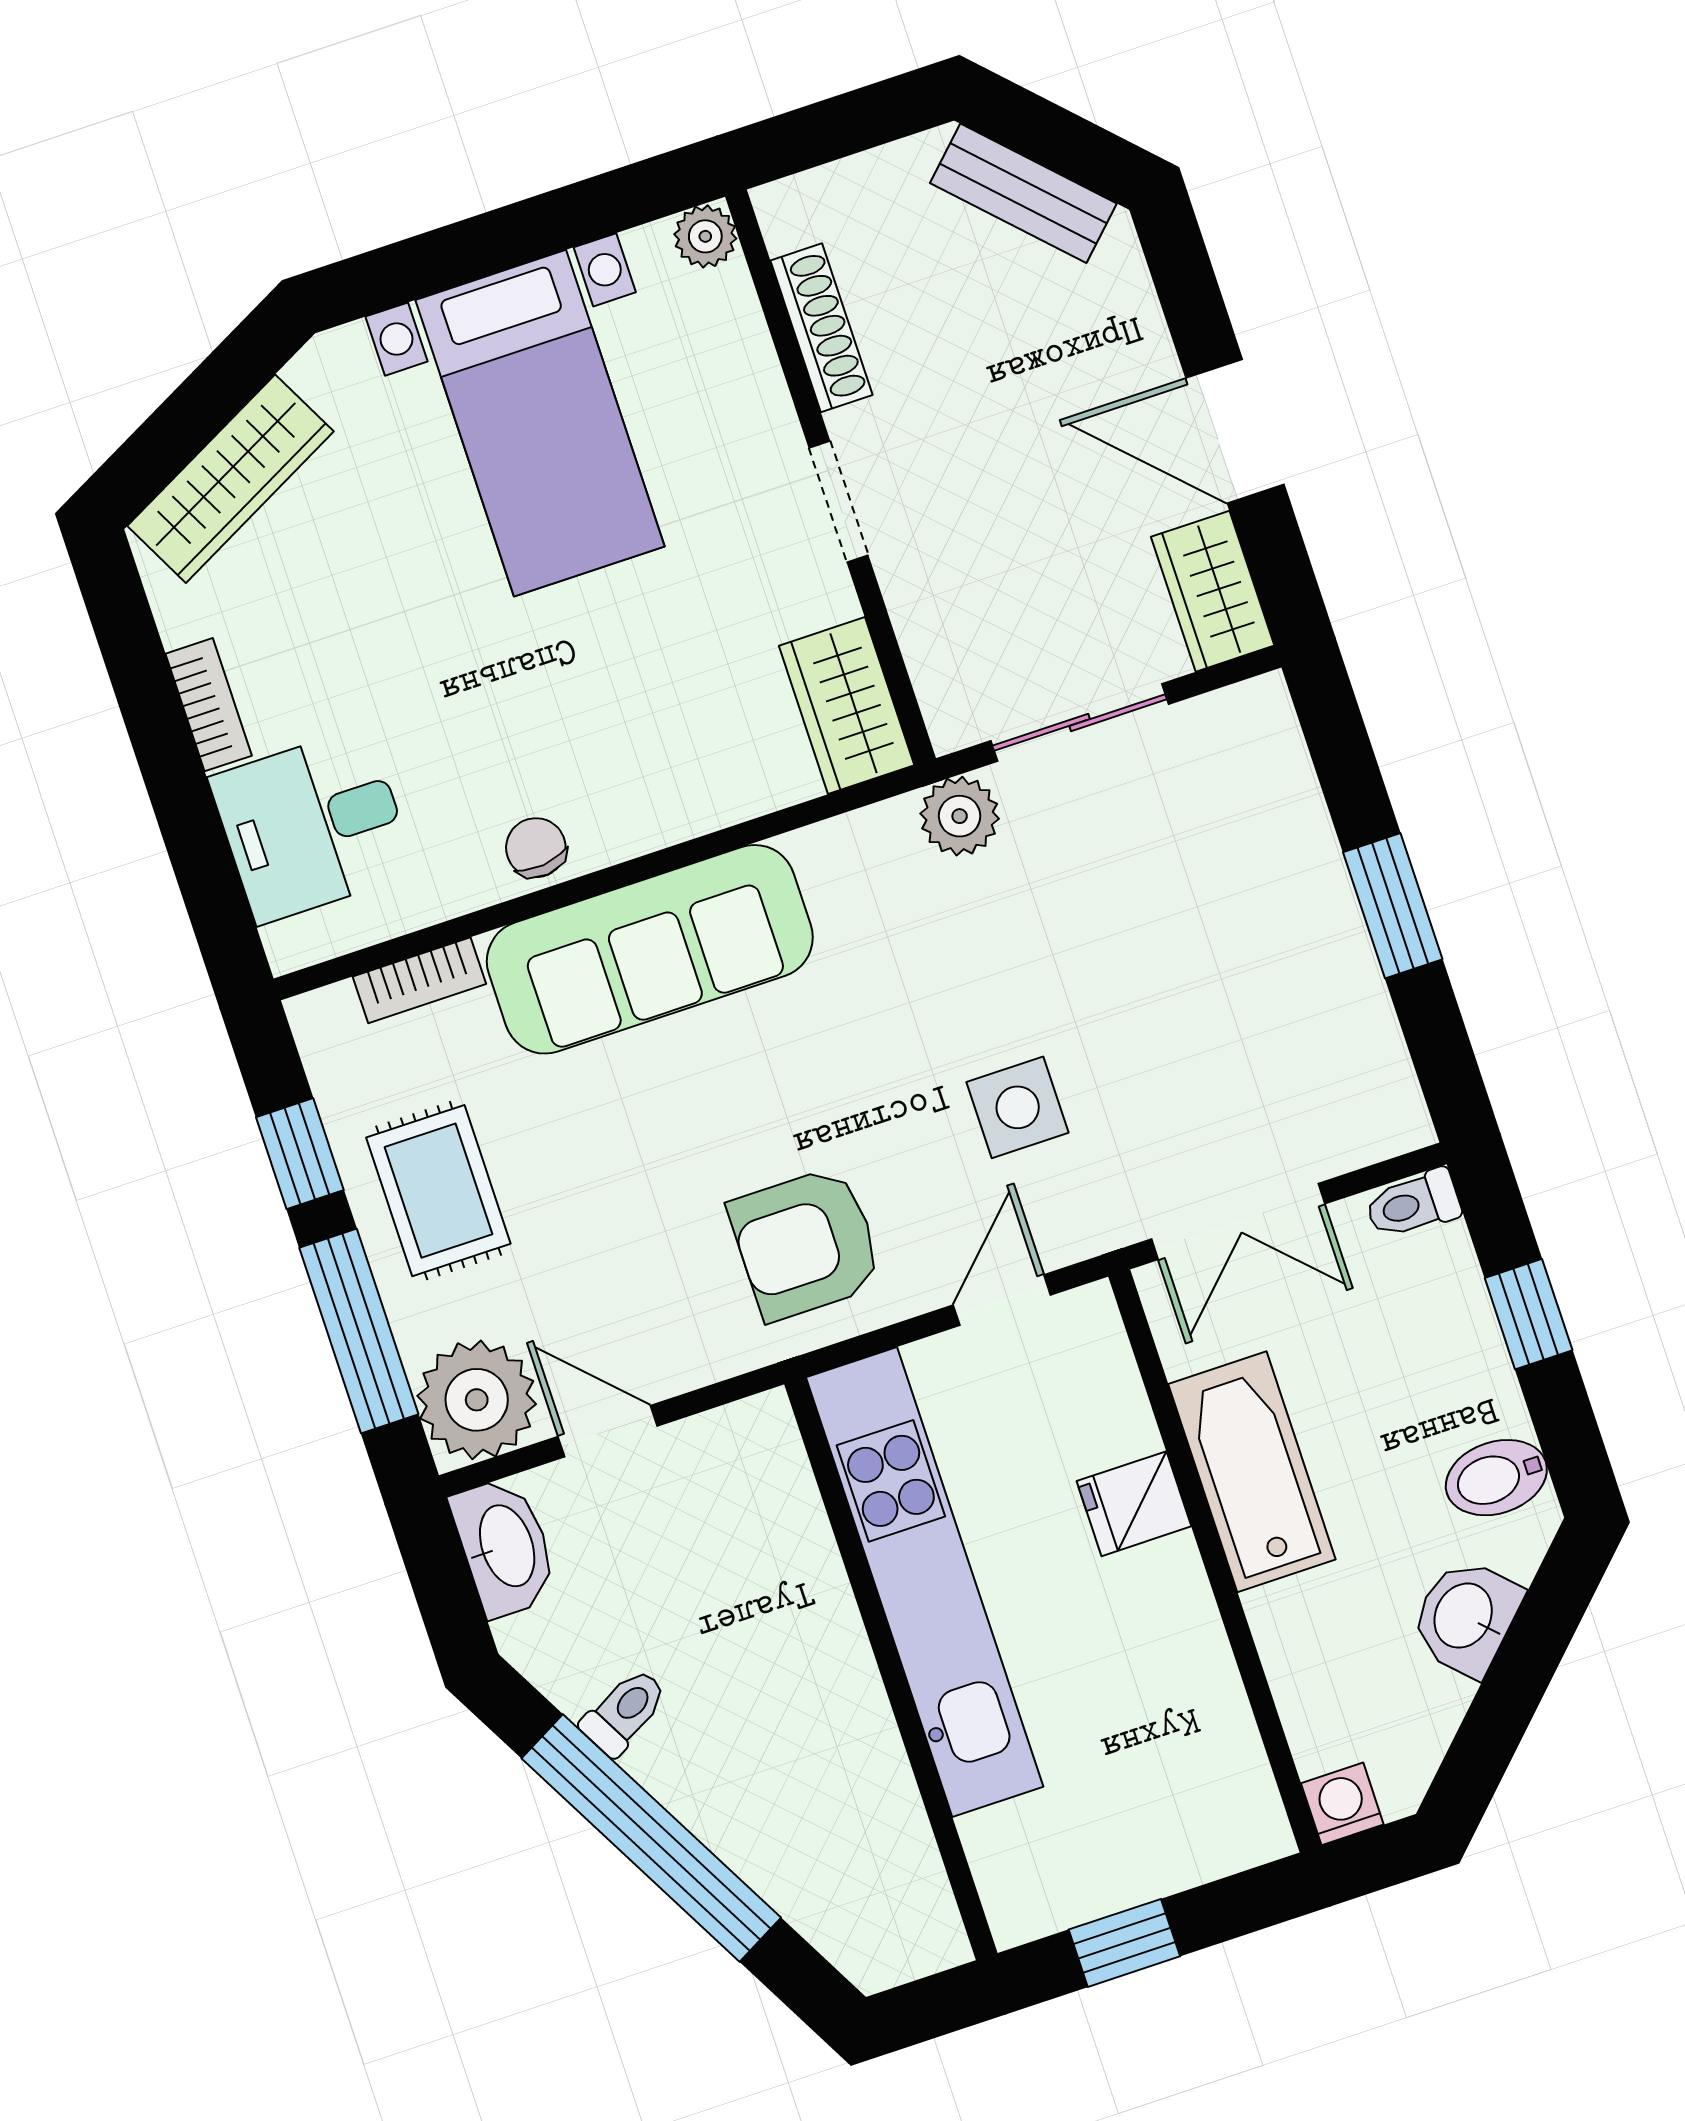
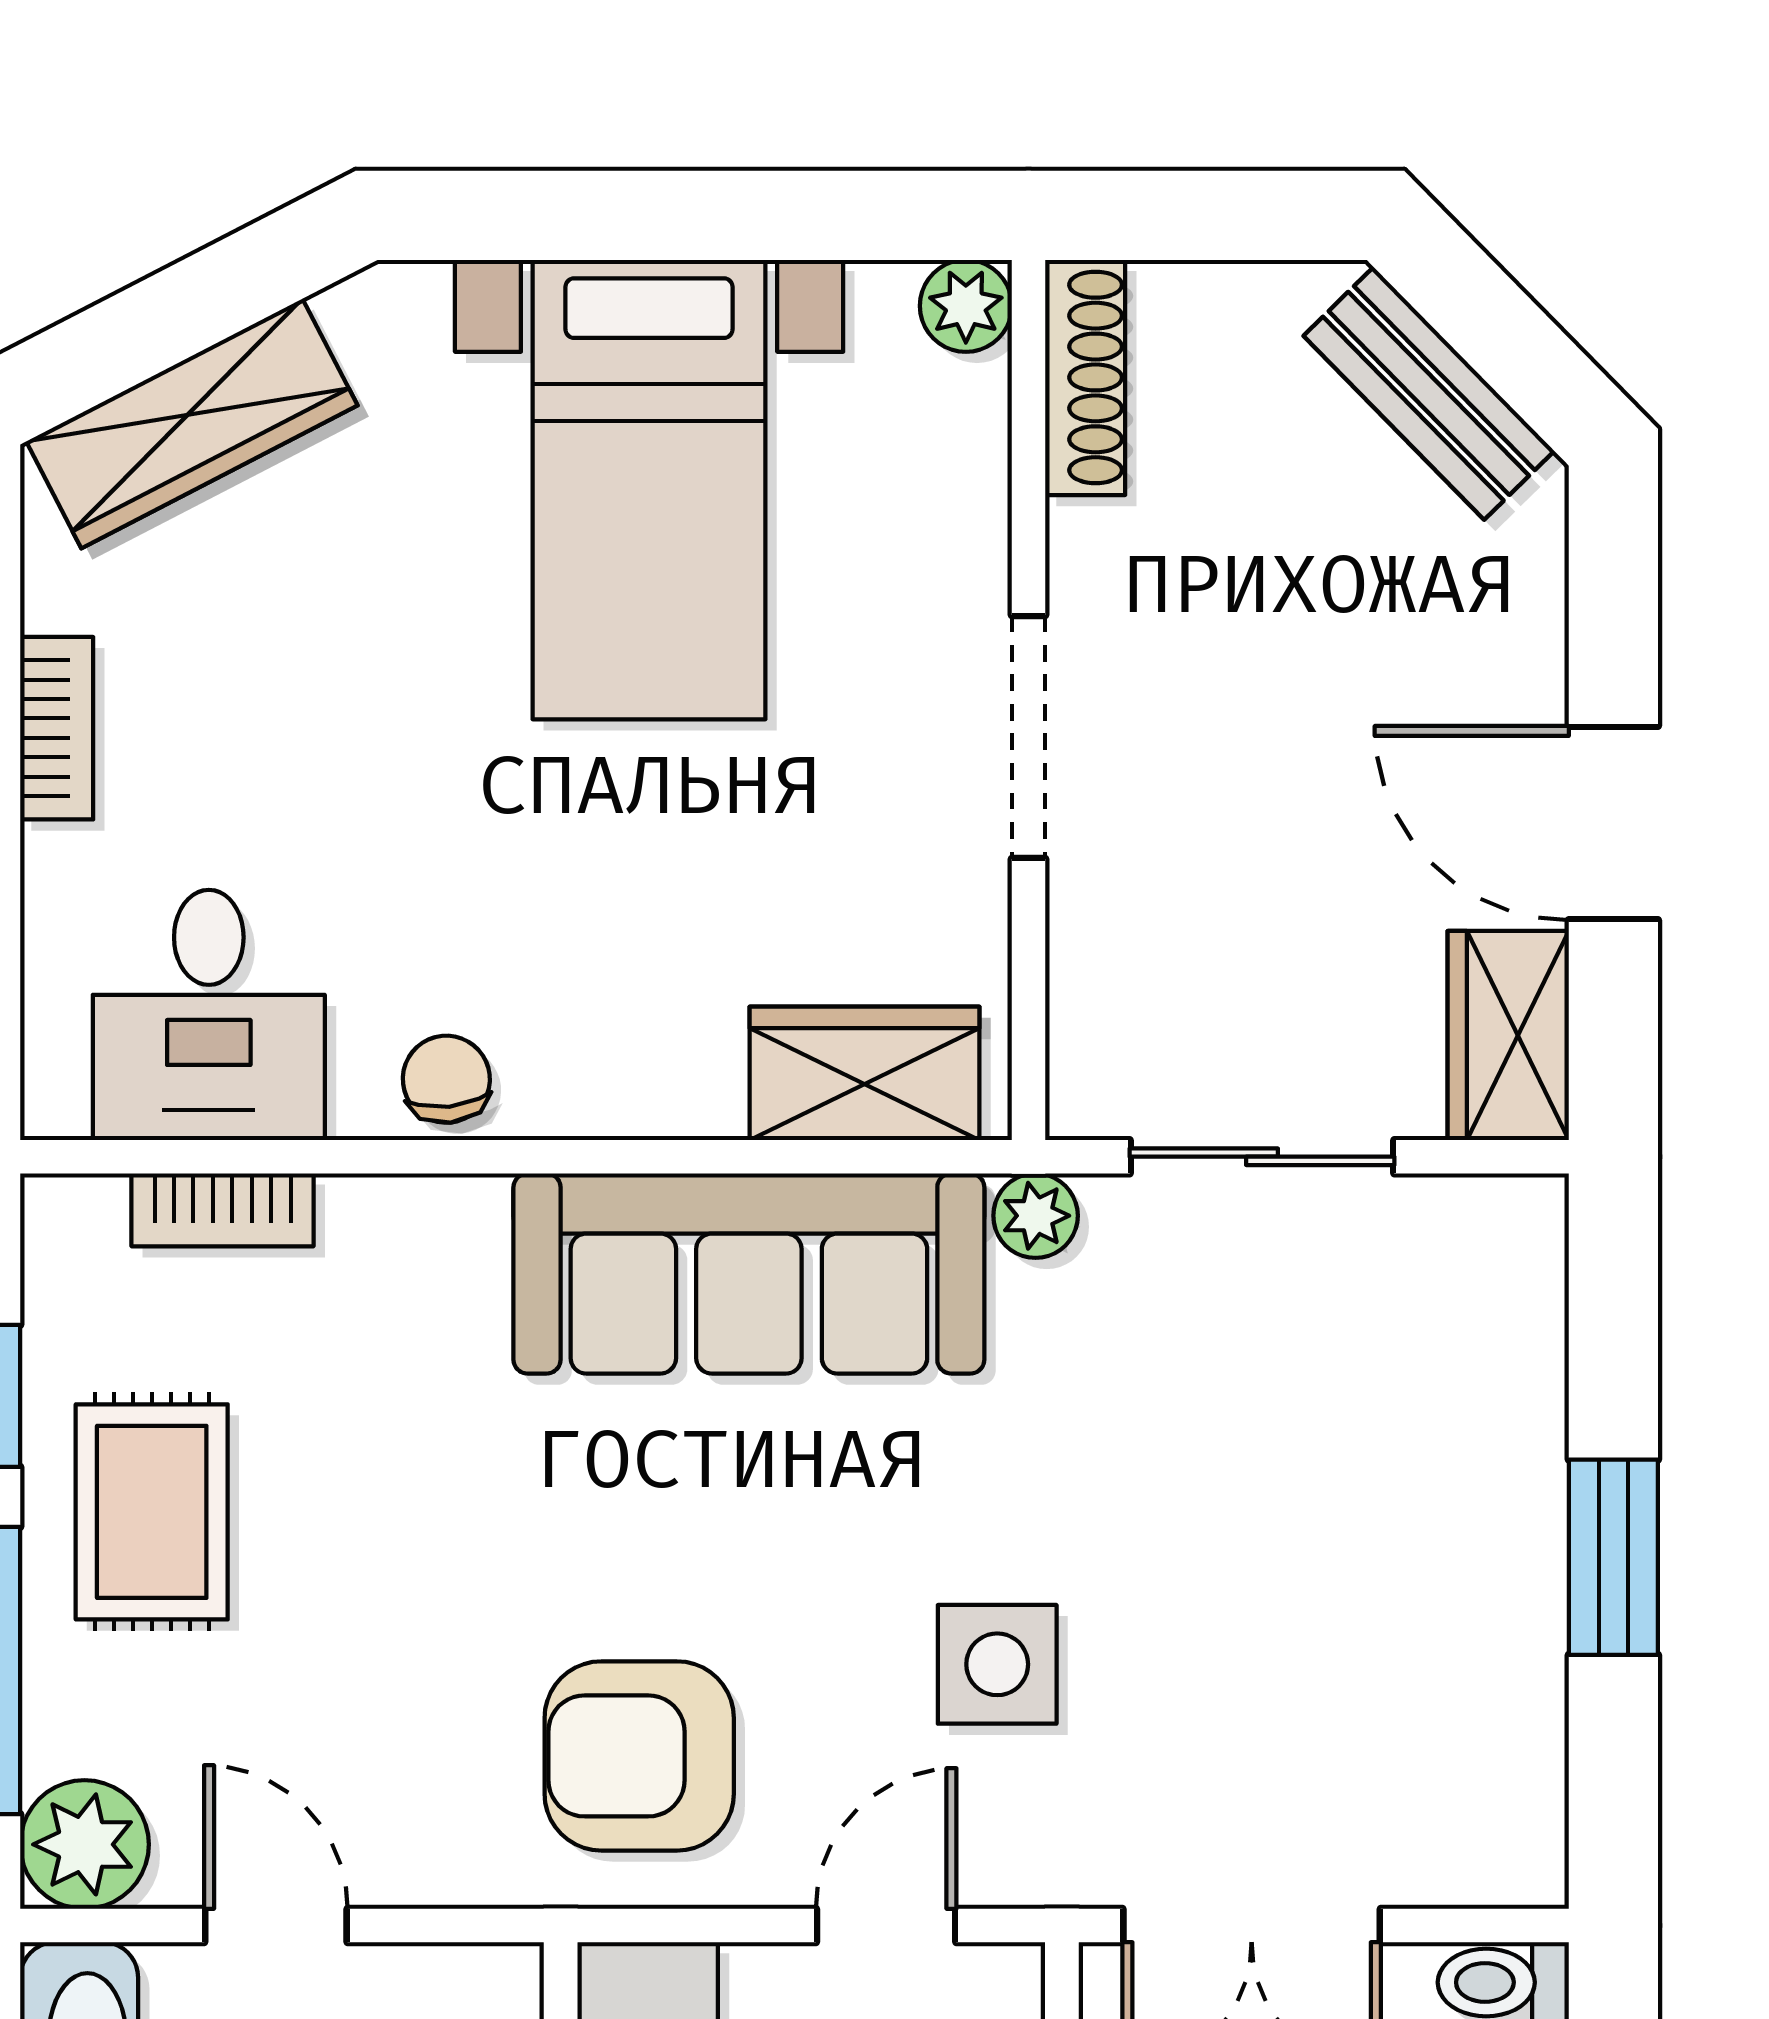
shoe rack: (821, 328) -> (1085, 377), moved
doorway: (838, 501) -> (1029, 737), width x1.38
wardrobe: (847, 706) -> (865, 1073), moved, turned 90
plant: (960, 816) -> (1036, 1216), width x0.73, depth x0.73
desk: (312, 825) -> (209, 1015), moved, turned -90
sofa: (650, 949) -> (749, 1274), moved
plant: (477, 1400) -> (85, 1844), width x0.73, depth x0.73

